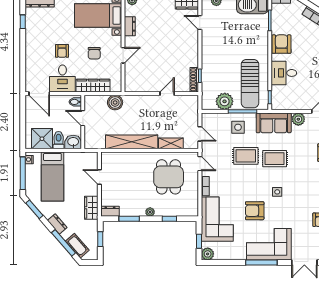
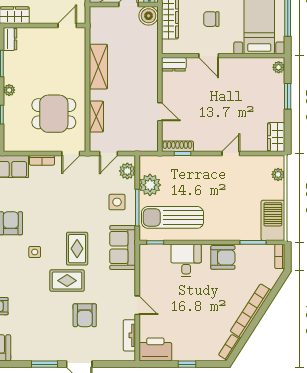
door: (200, 23) -> (231, 154), moved
dresser: (130, 26) -> (174, 64), moved
boiler: (115, 102) -> (149, 16), moved
plant: (298, 119) -> (127, 171), moved
shelving: (132, 142) -> (98, 67), width x0.68
rug: (246, 156) -> (67, 281), moved, turned 90
door: (99, 177) -> (67, 26), moved

